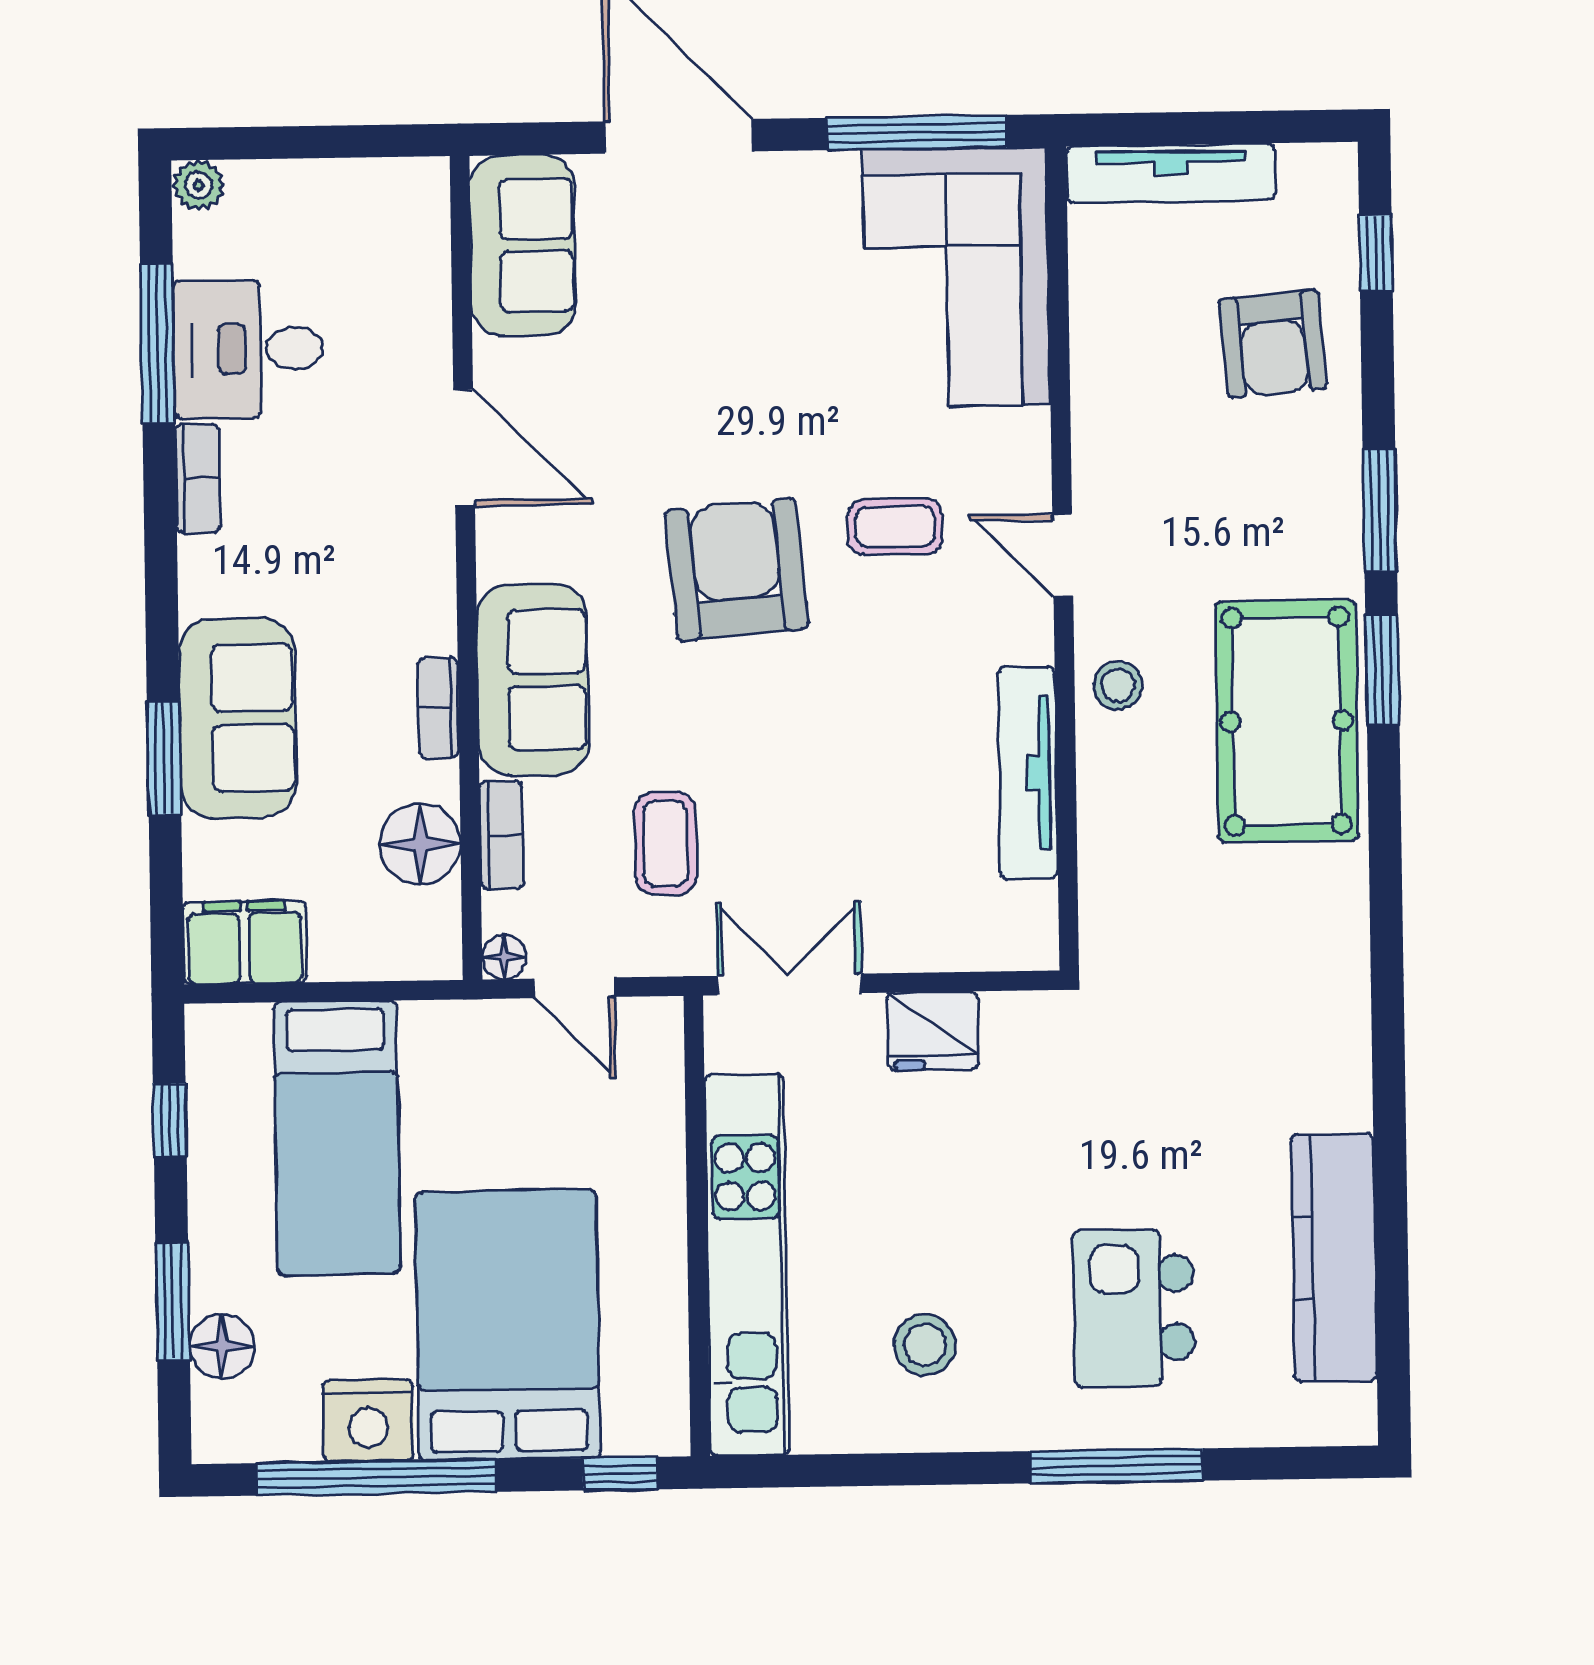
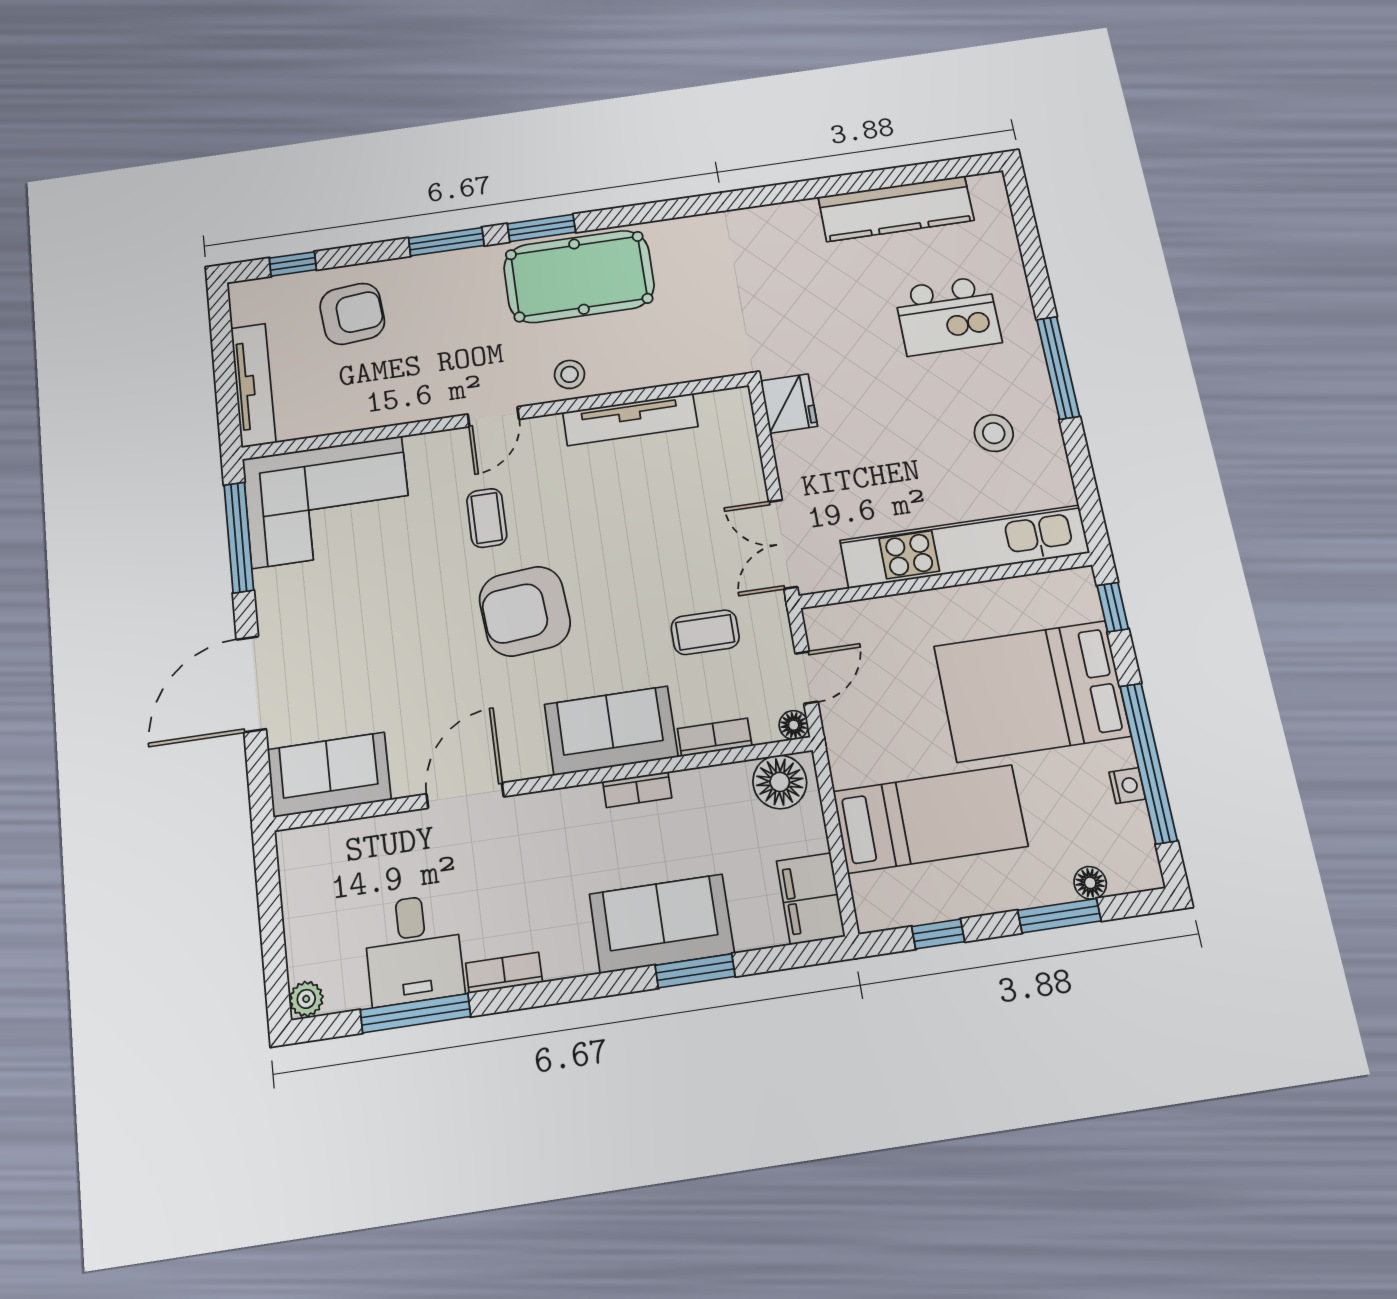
floor lamp: (420, 844) -> (780, 782), moved
fridge: (933, 1031) -> (789, 403), moved
floor lamp: (222, 1347) -> (1090, 883), width x0.73, depth x0.73
nightstand: (368, 1421) -> (1127, 786), width x0.53, depth x0.56
window: (1116, 1466) -> (1058, 368), moved

